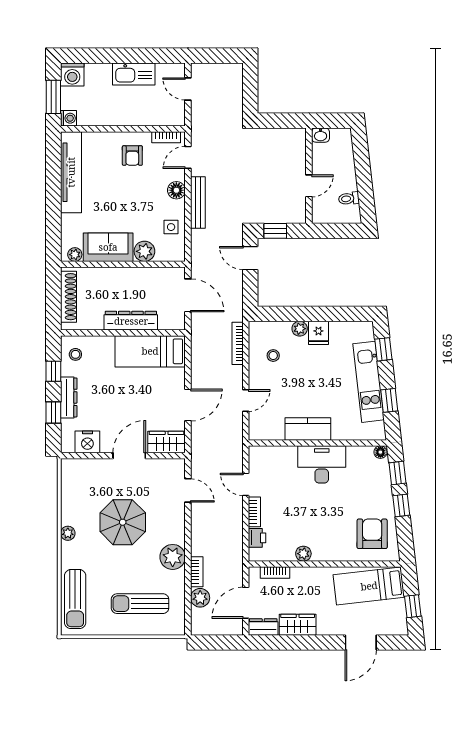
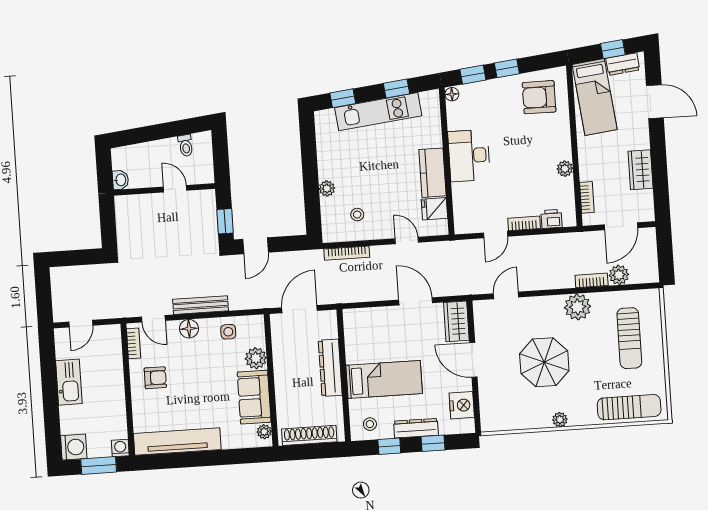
fridge: (318, 333) -> (434, 209), moved, turned 180
bed: (150, 351) -> (384, 379), moved, turned -90
door: (246, 603) -> (621, 226), hinge flipped
dresser: (263, 627) -> (623, 64), moved, turned -97

